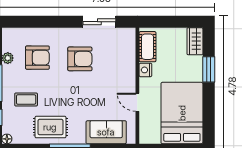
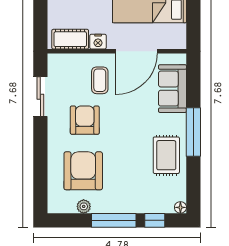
armchair: (37, 58) -> (83, 171), width x1.36, depth x1.36
coffee table: (26, 100) -> (100, 80), moved
door: (137, 102) -> (137, 51), width x1.88

